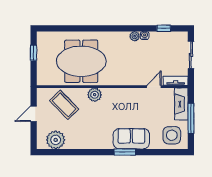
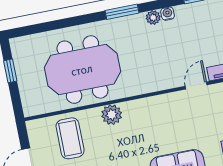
window: (115, 28) -> (122, 12), added
coffee table: (64, 105) -> (70, 138), turned 44

